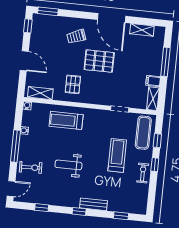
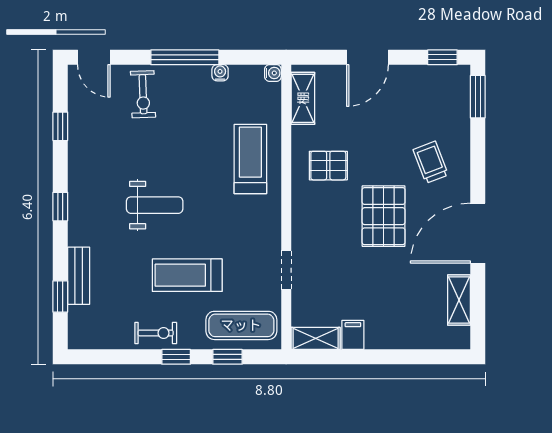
window: (165, 62) -> (396, 357), removed
treadmill: (117, 155) -> (187, 275), turned 180
weight bench: (68, 165) -> (155, 205), moved, turned 90
bench: (94, 204) -> (79, 276), moved

